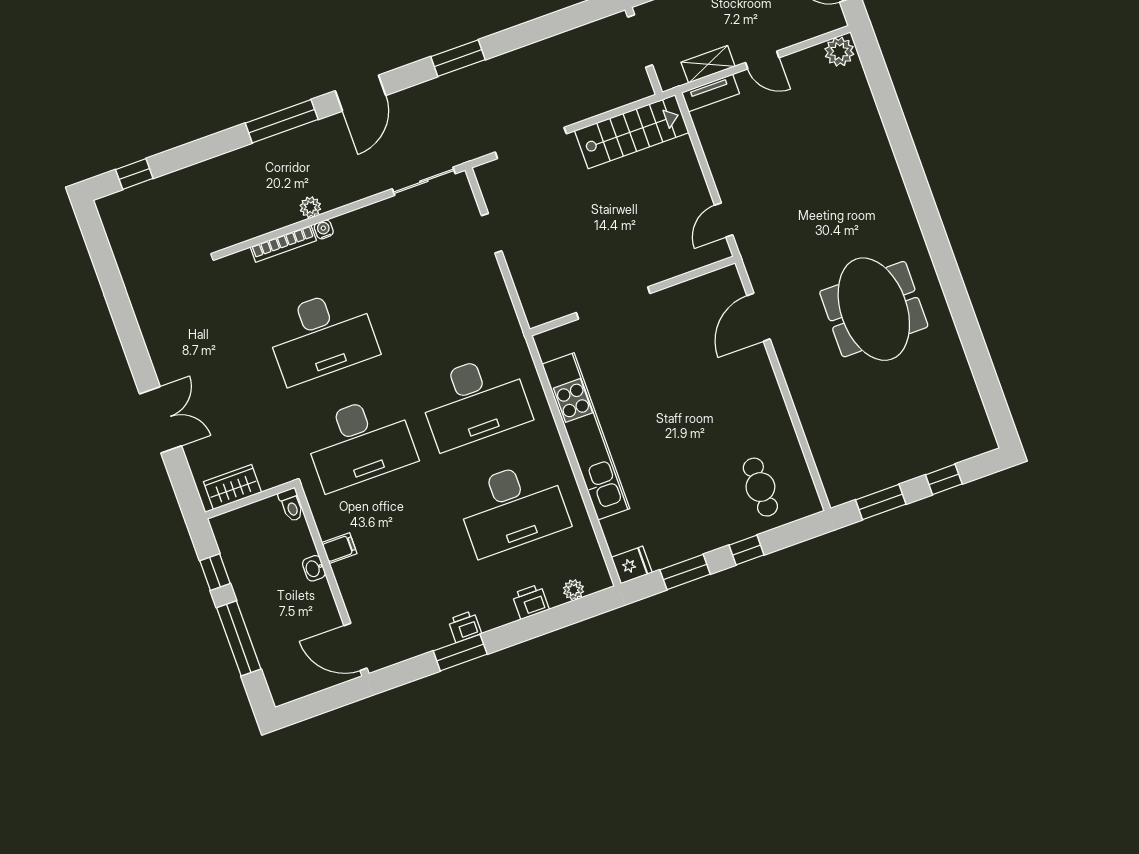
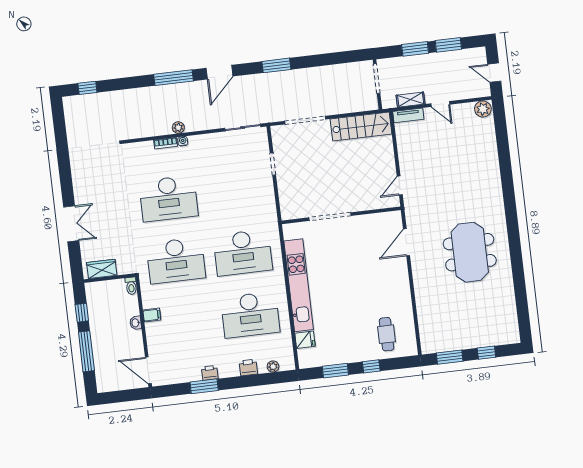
bookcase: (283, 244) -> (166, 143), width x0.64
fridge: (632, 565) -> (305, 340), moved

